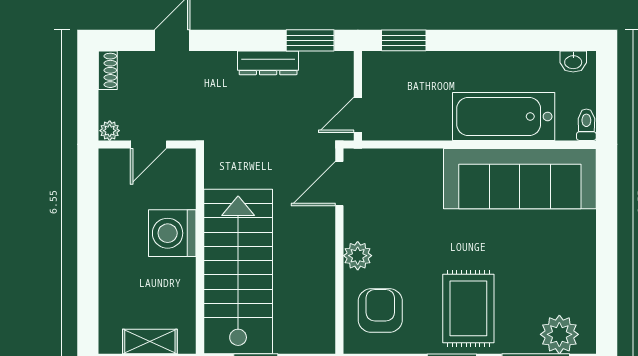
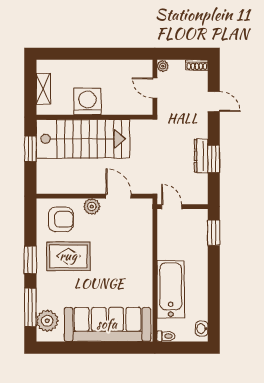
window: (310, 40) -> (214, 159), moved
sofa: (520, 179) -> (107, 324), moved, turned 90
door: (339, 184) -> (119, 196), moved
washing machine: (172, 233) -> (87, 102), moved
rug: (468, 308) -> (68, 256), moved

